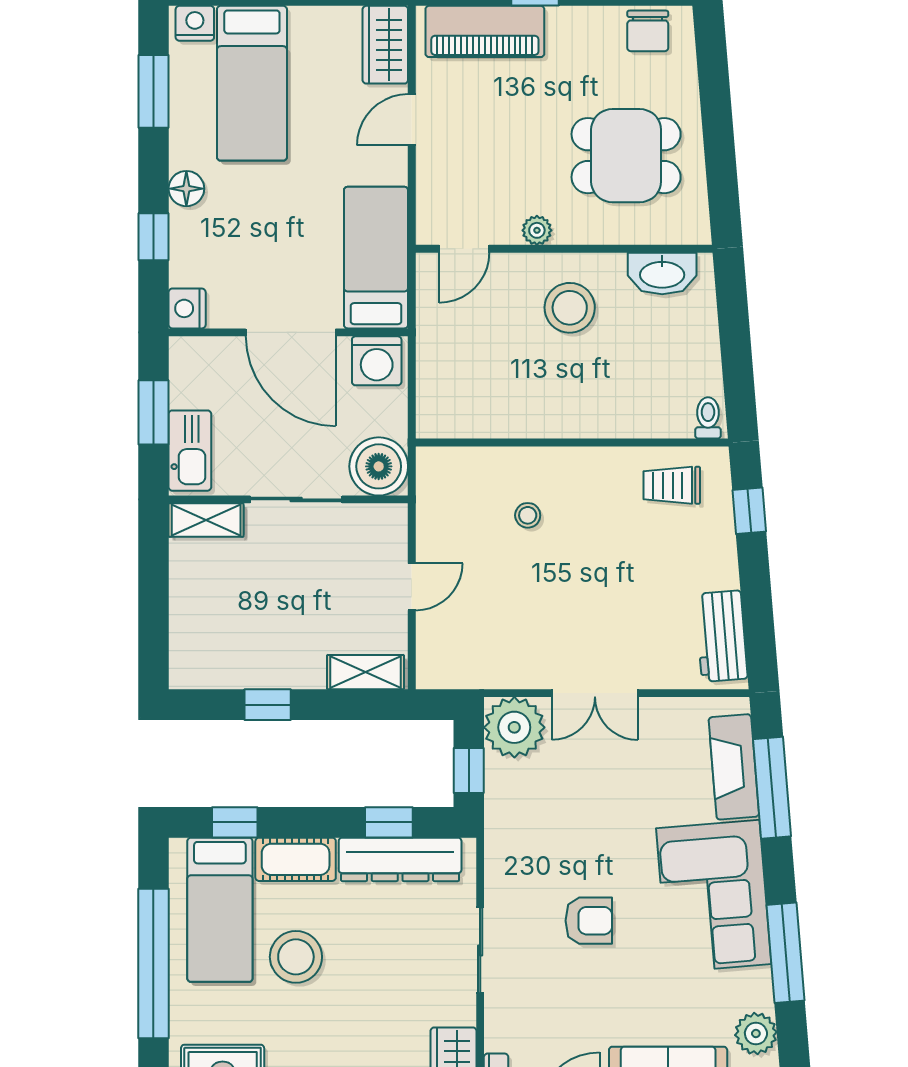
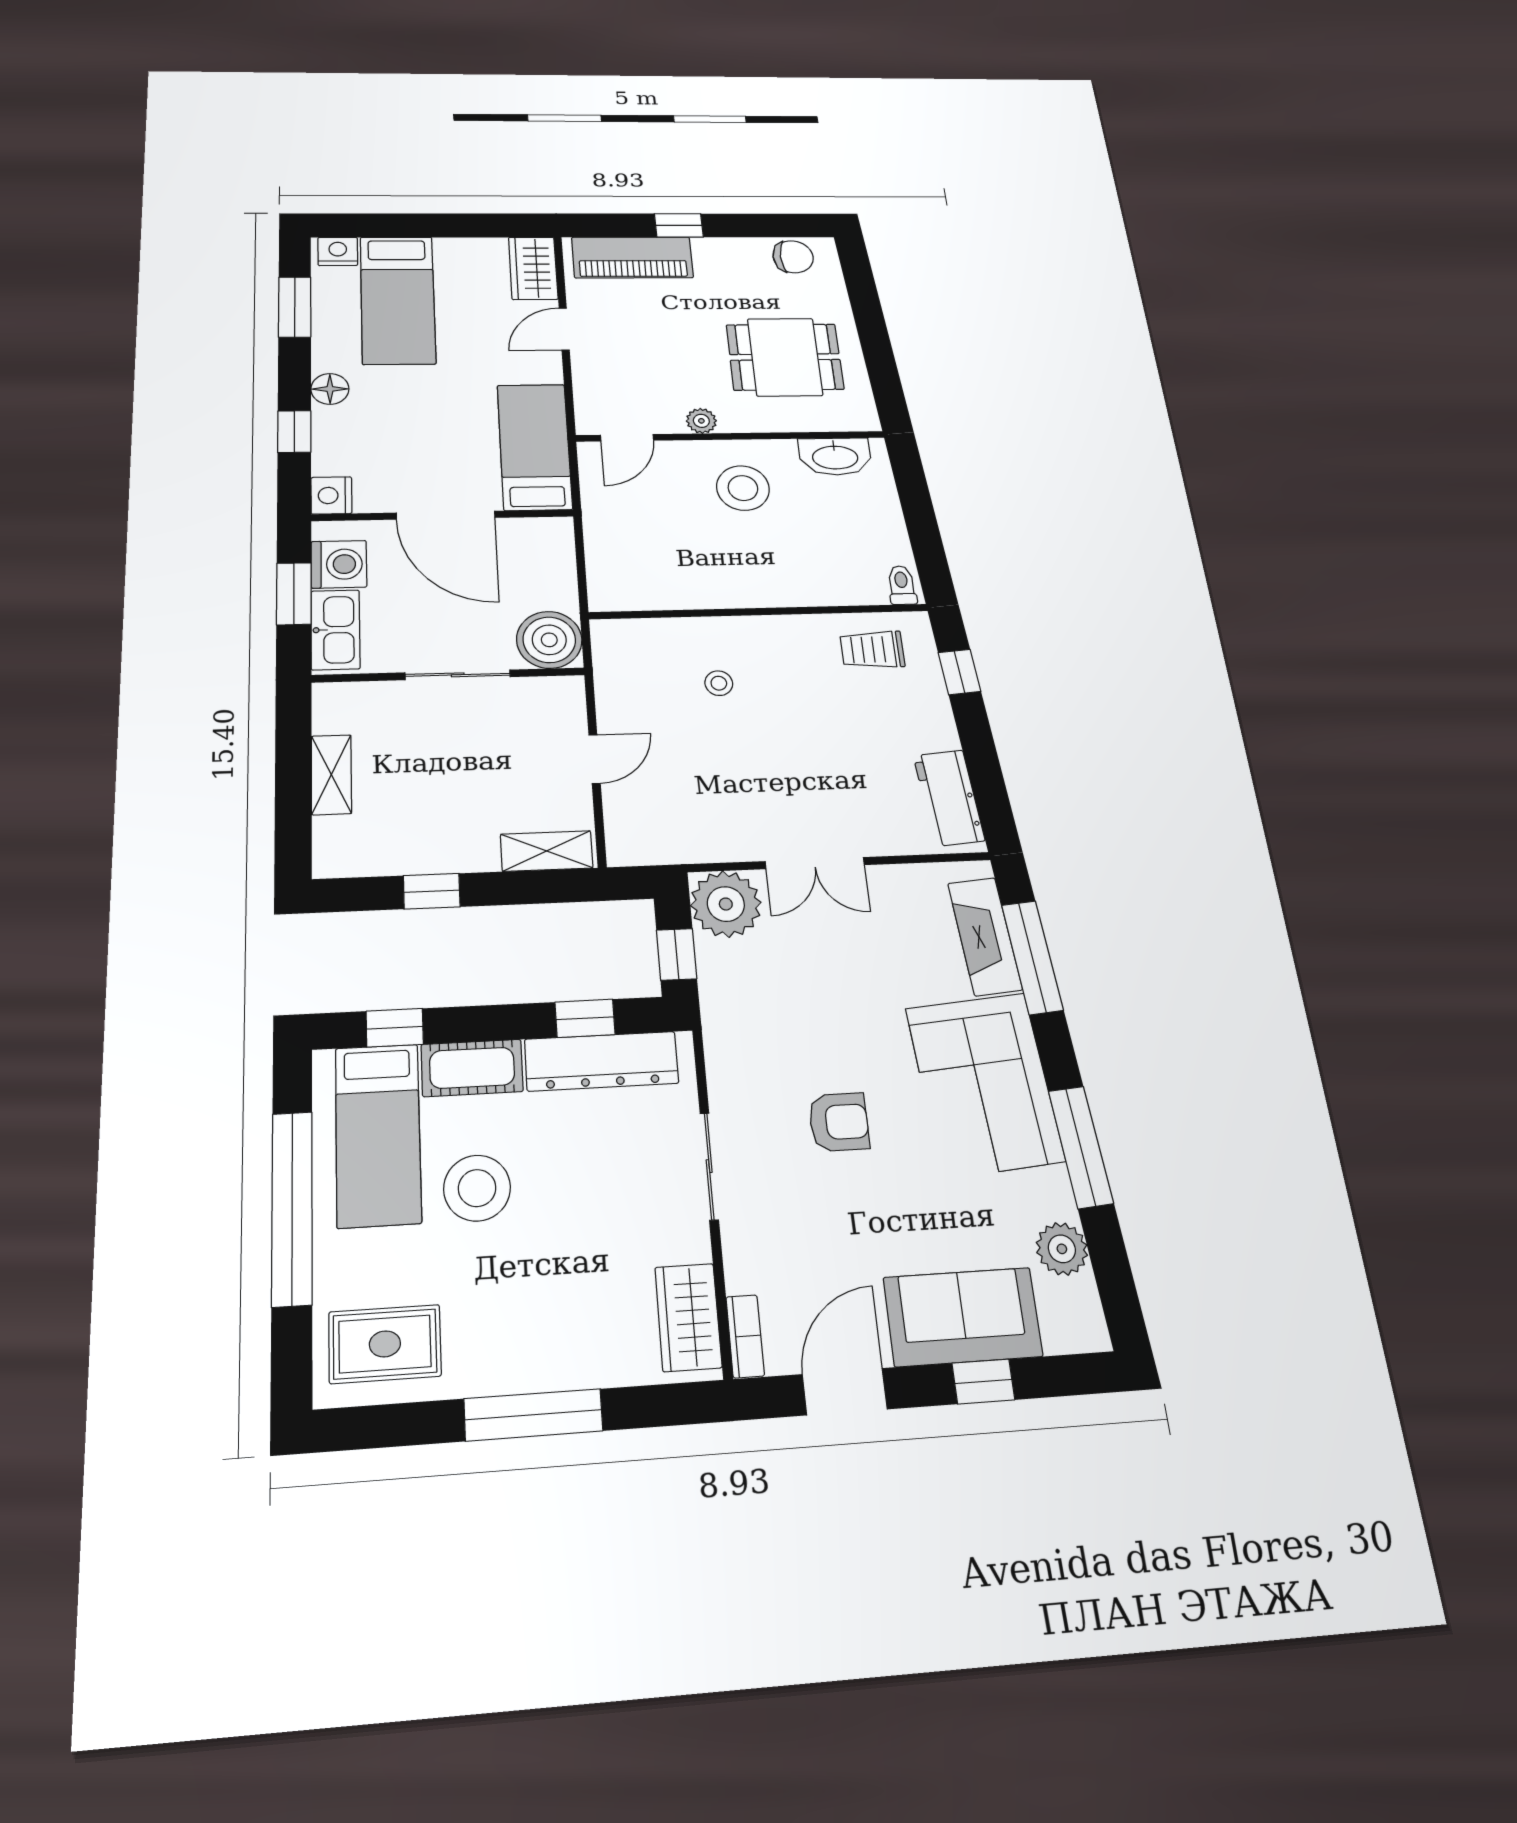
chair: (648, 31) -> (793, 257), turned -90
washing machine: (377, 361) -> (339, 564), moved, turned -90
shelving: (206, 520) -> (331, 775), moved, turned 90

